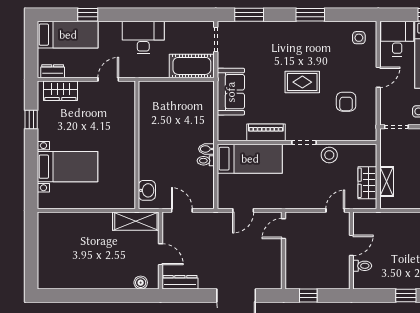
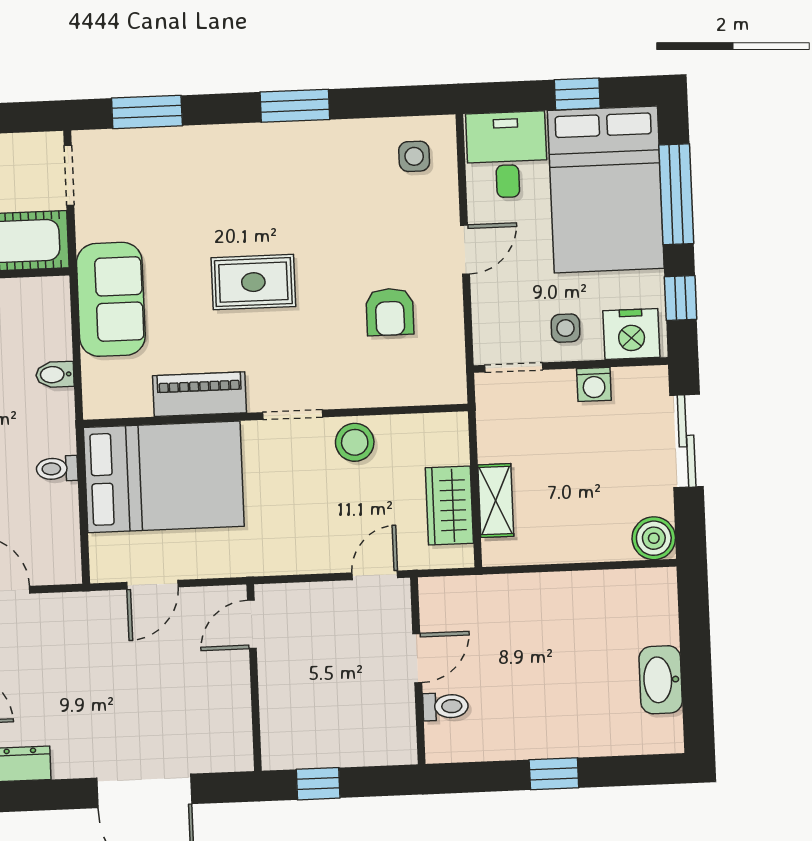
rug: (302, 82) -> (253, 282), moved
bidet: (206, 149) -> (55, 375), moved
bed: (250, 159) -> (164, 477), width x1.50

